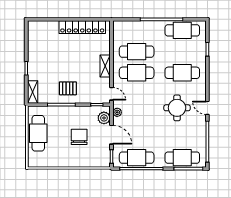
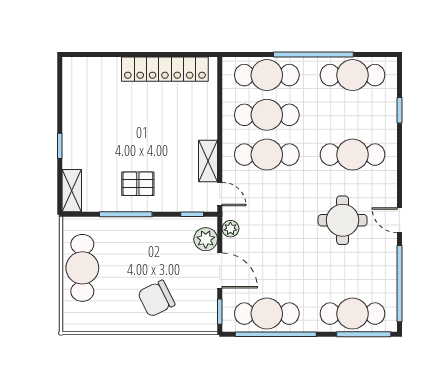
cafe table: (137, 30) -> (267, 75), added
shelving: (105, 66) -> (208, 161), moved
chair: (79, 137) -> (156, 299), moved, turned -116

